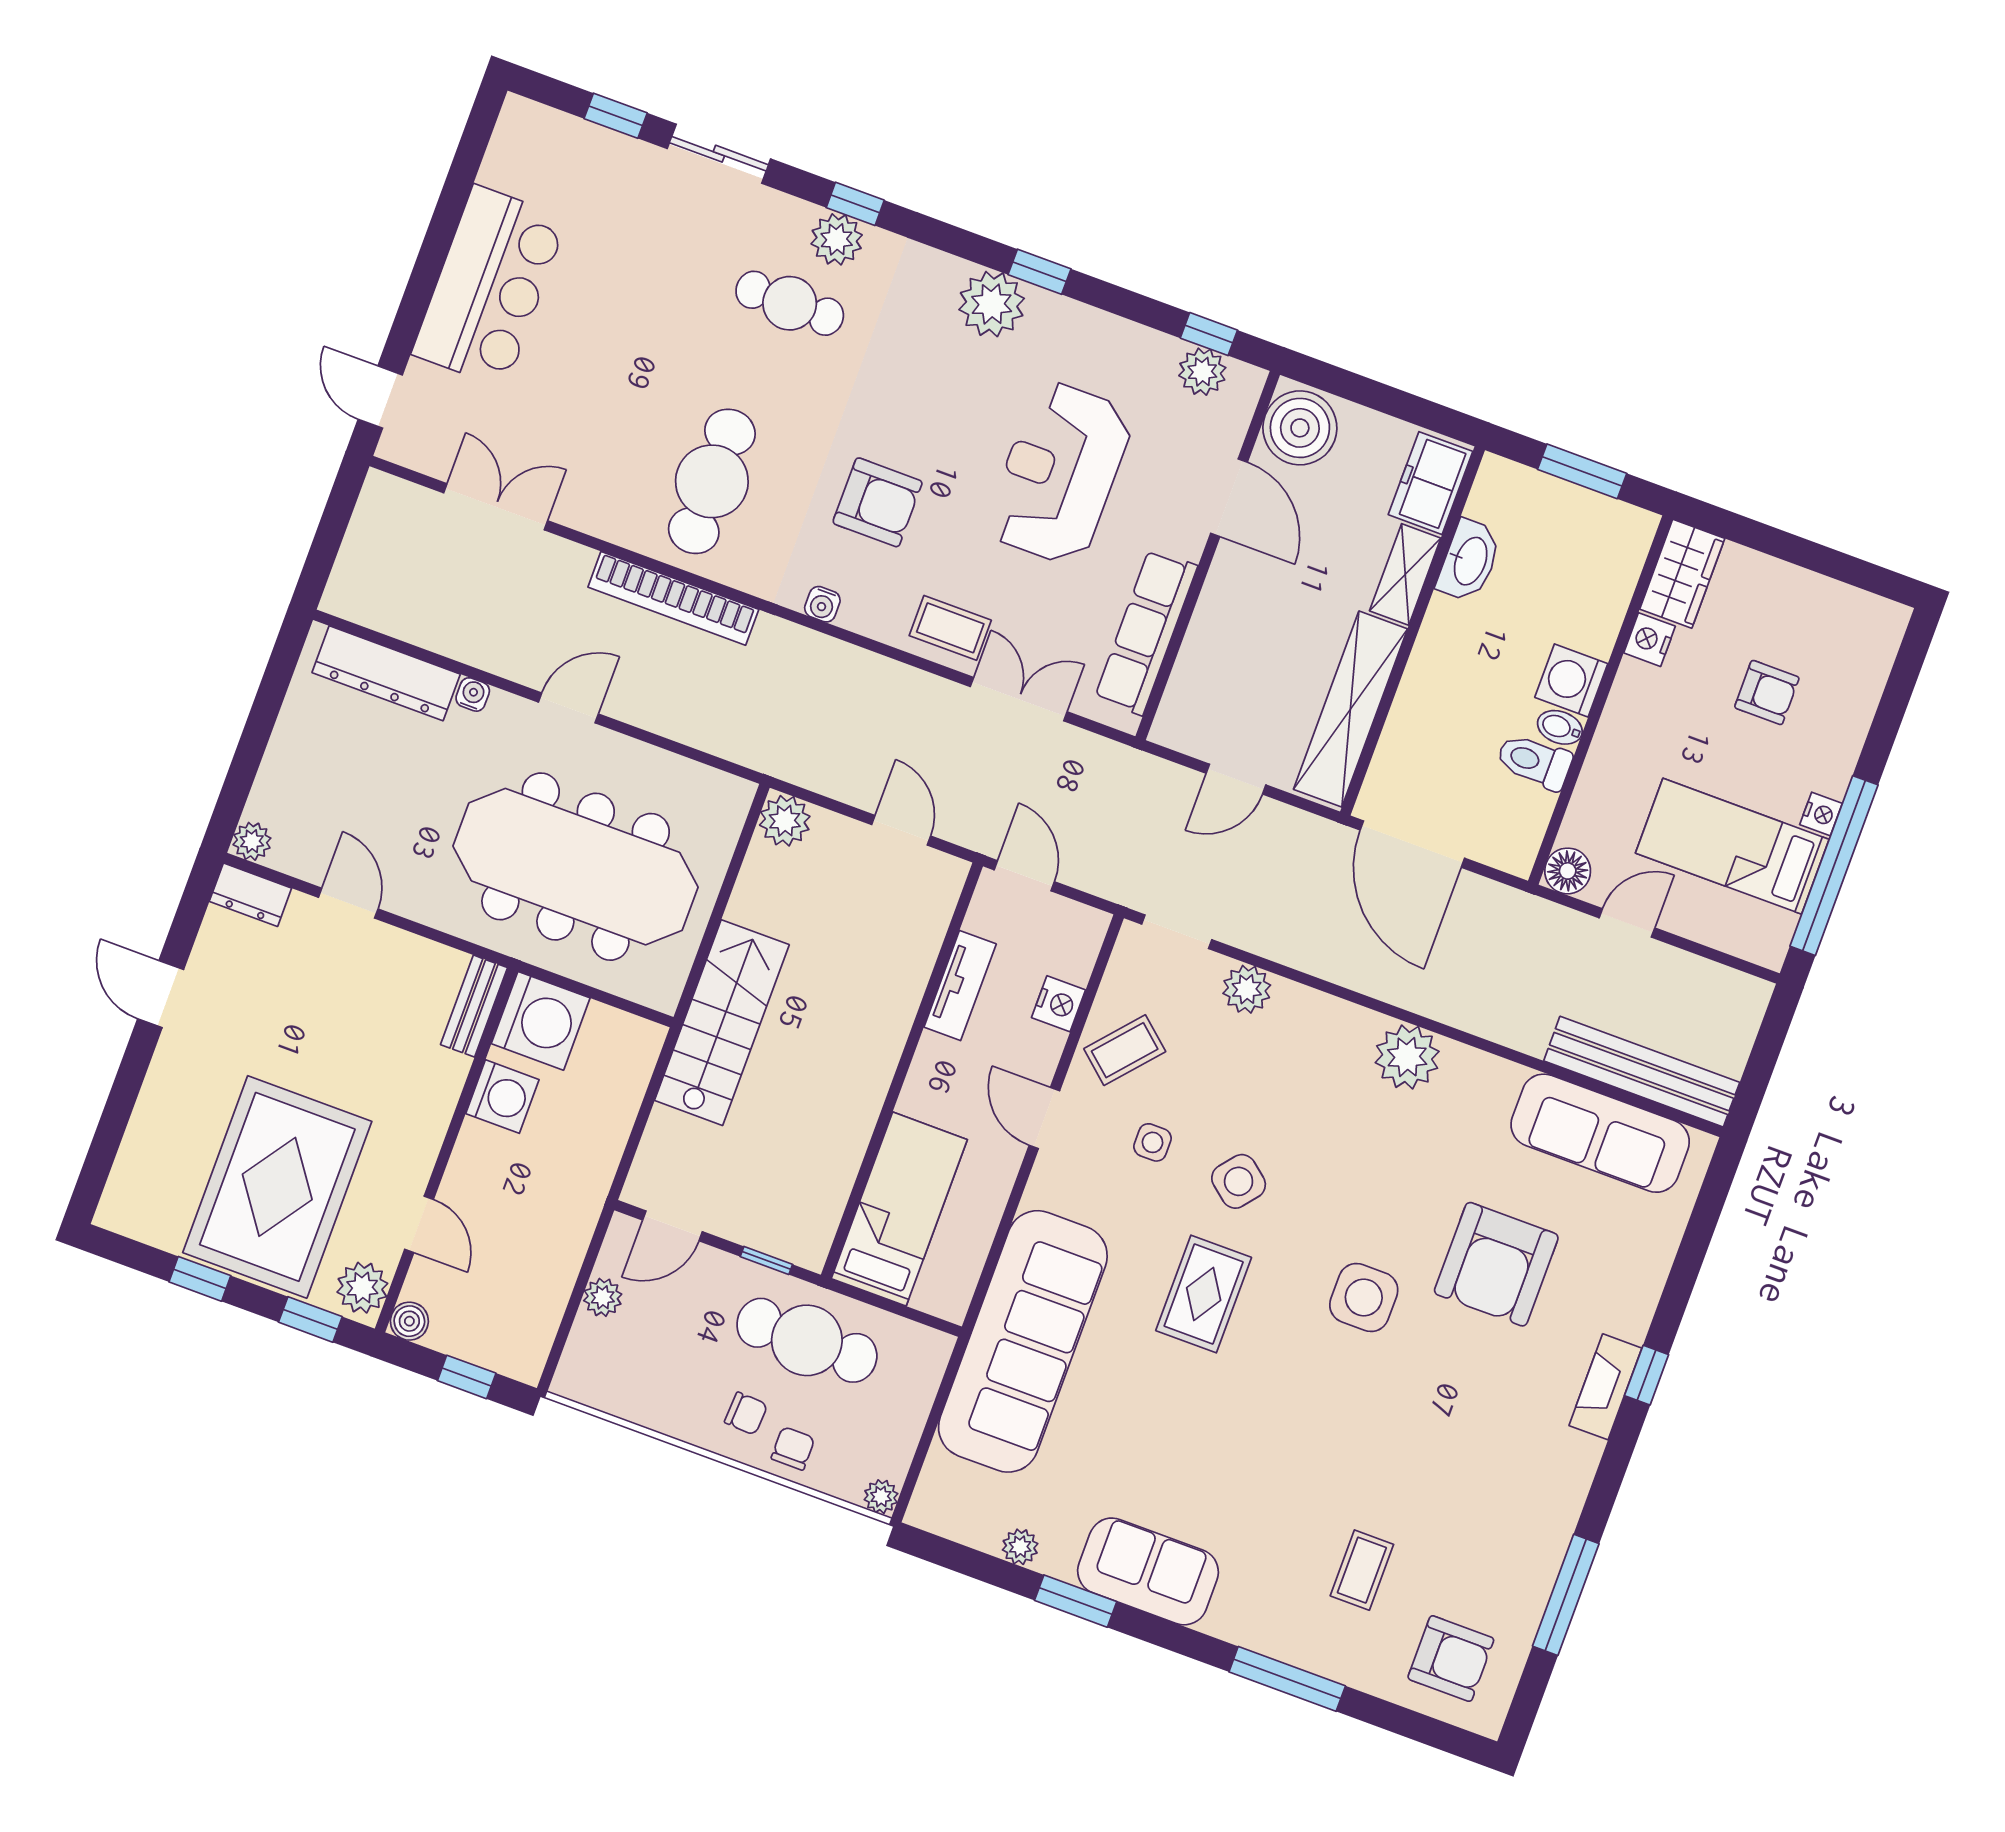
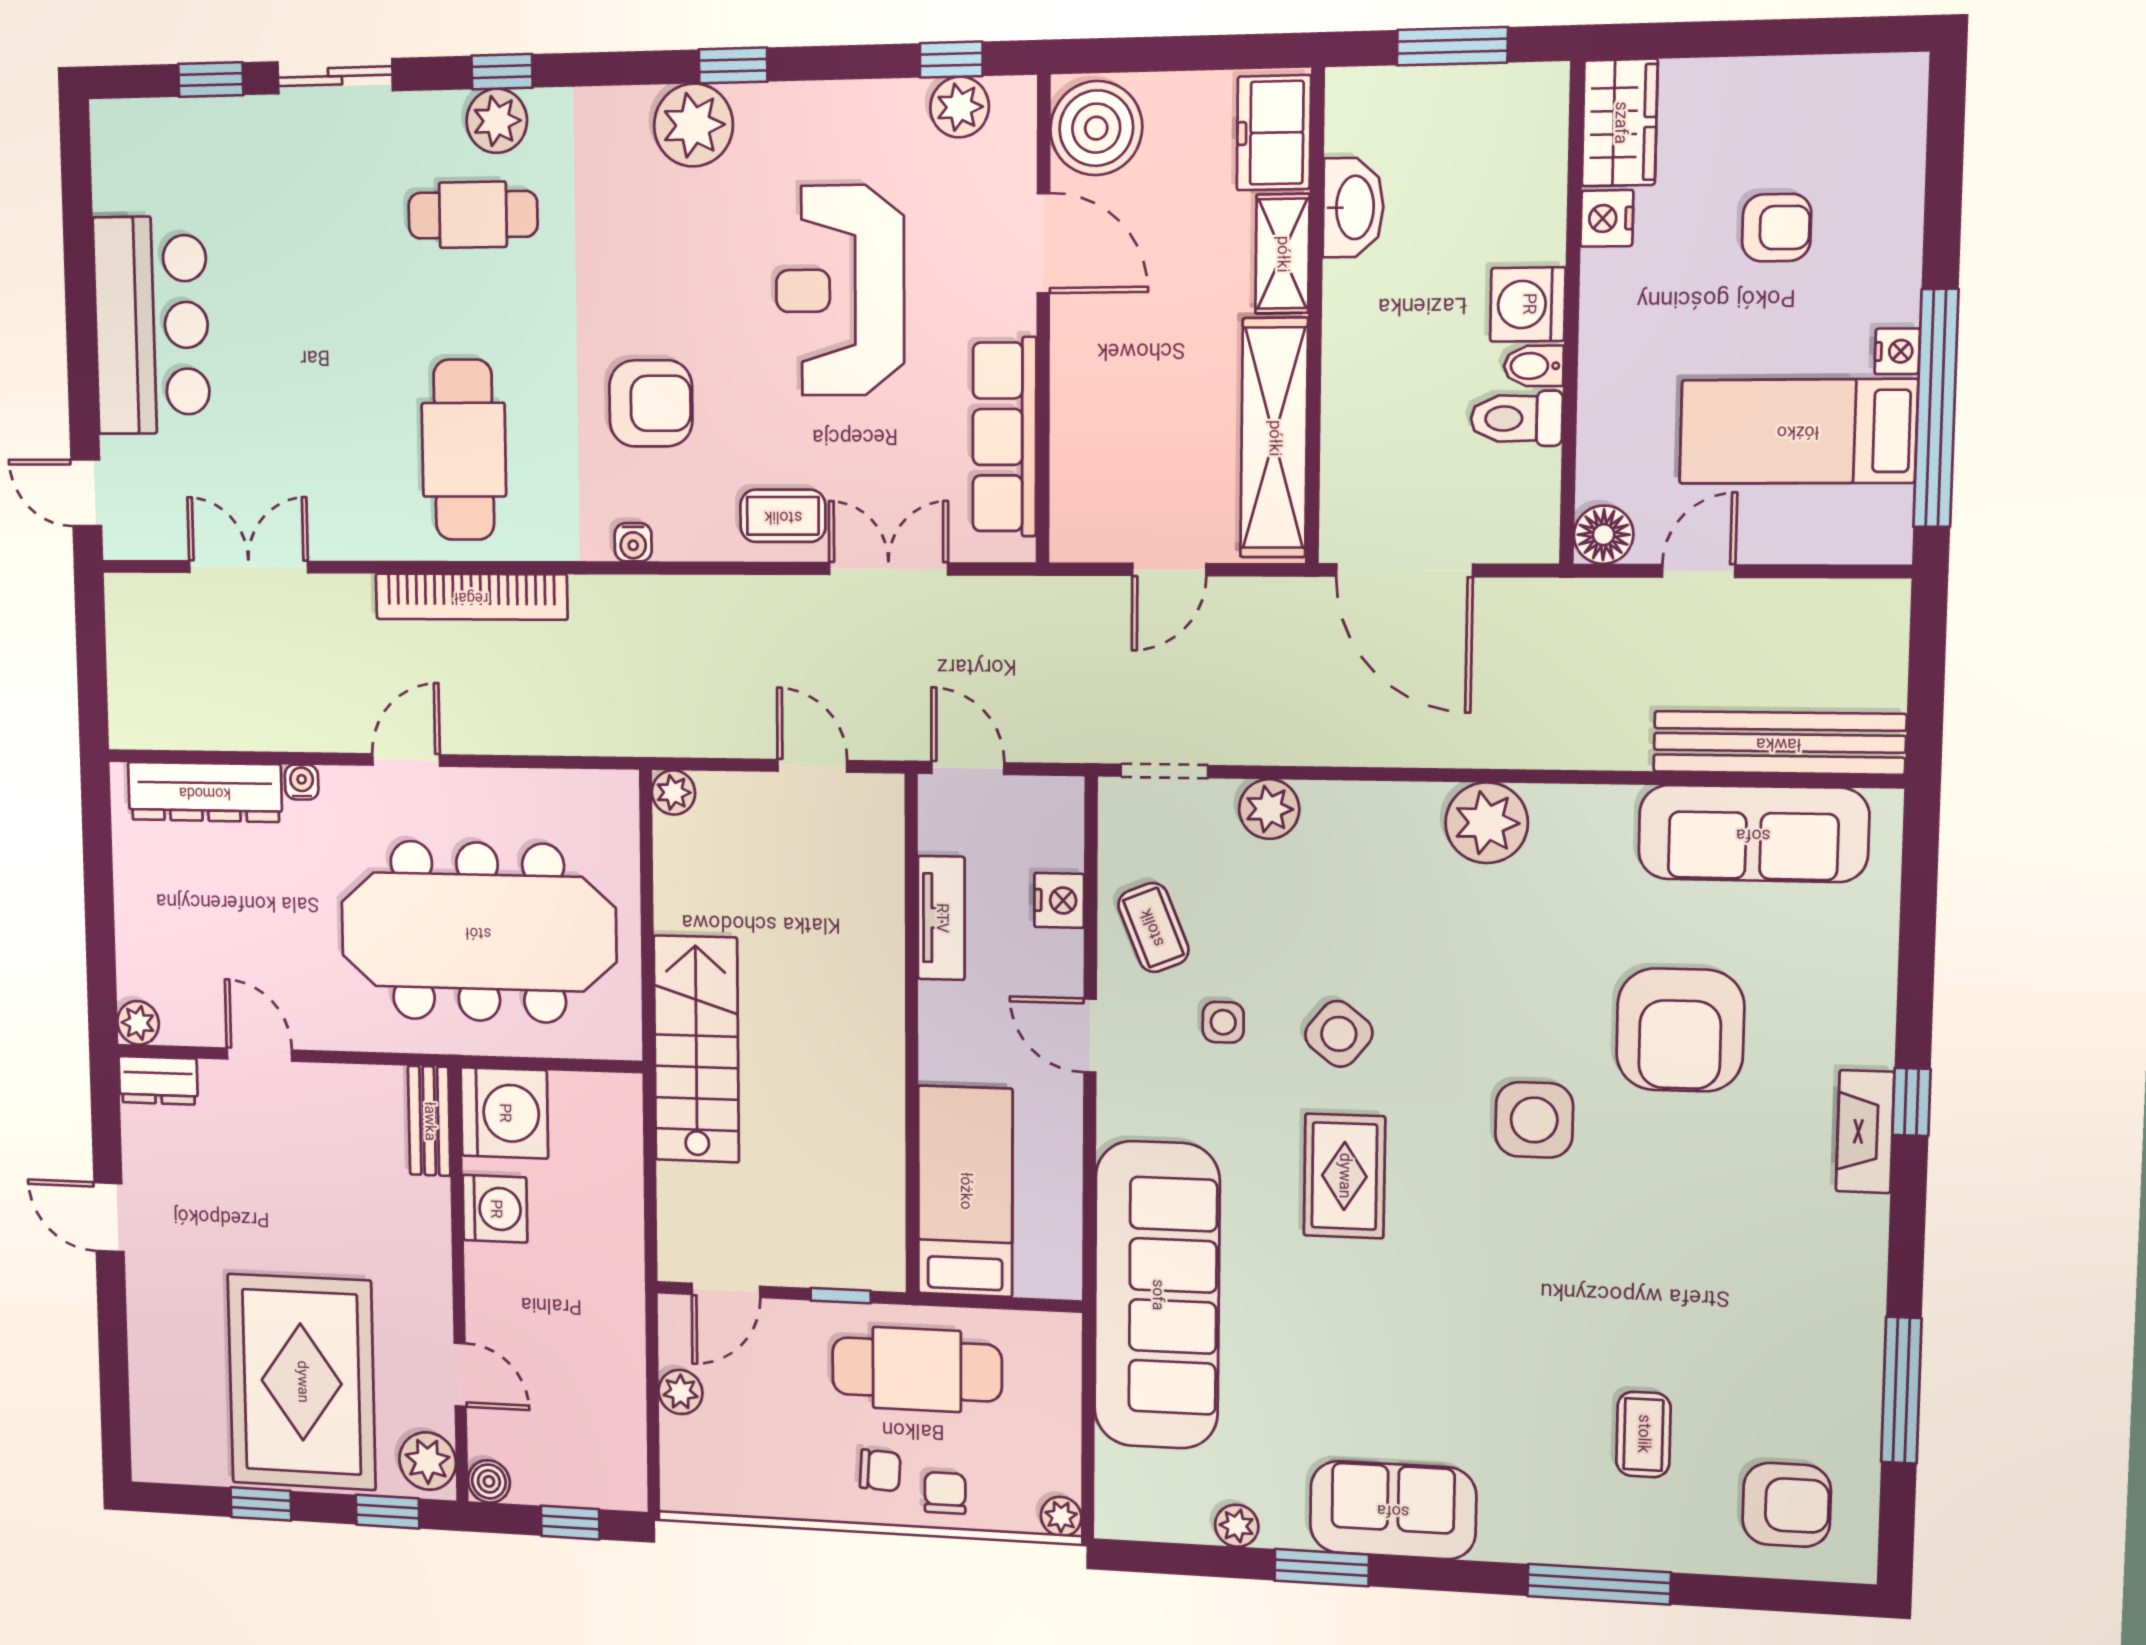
plant: (785, 821) -> (673, 792), width x0.73, depth x0.73
coffee table: (1125, 1050) -> (1153, 927), turned -63

